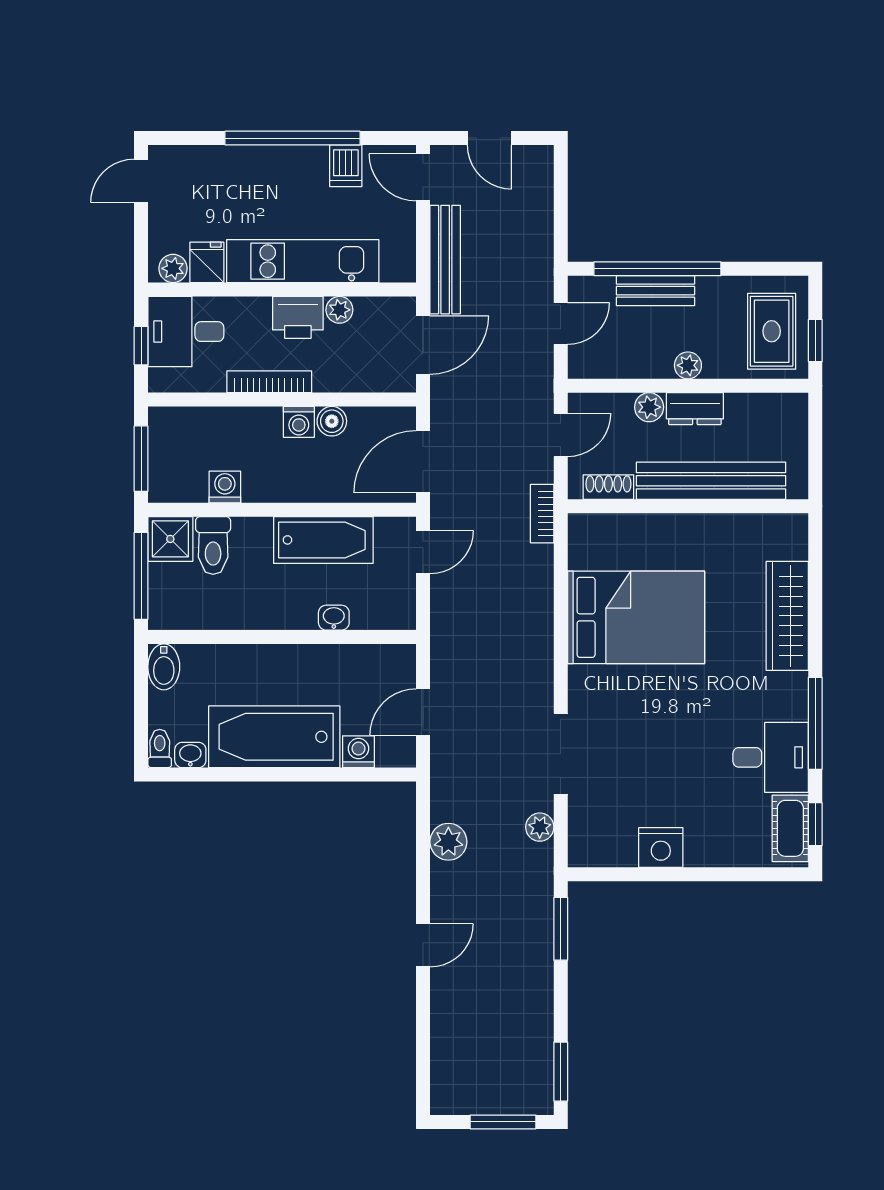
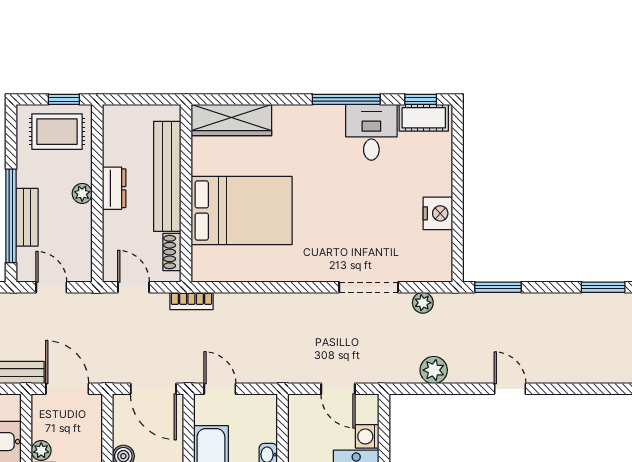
plant: (649, 407) -> (113, 222), removed
wardrobe: (787, 616) -> (231, 120), moved
bed: (636, 617) -> (242, 211), moved, turned 90

